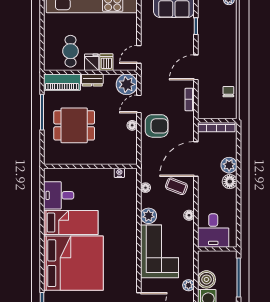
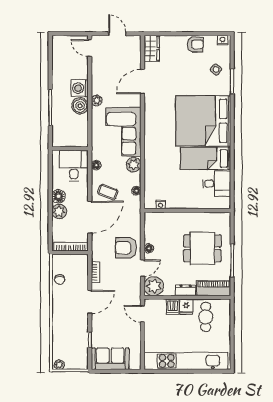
door: (139, 54) -> (142, 314), swing flipped
desk: (213, 231) -> (74, 166), moved
wall: (217, 249) -> (70, 148), moved

